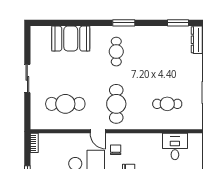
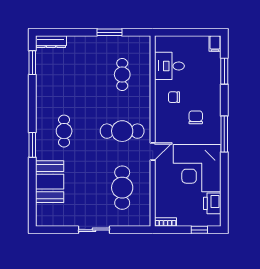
window: (124, 23) -> (32, 145), moved
cafe table: (116, 52) -> (64, 131), turned 90
chair: (116, 150) -> (174, 97), moved

